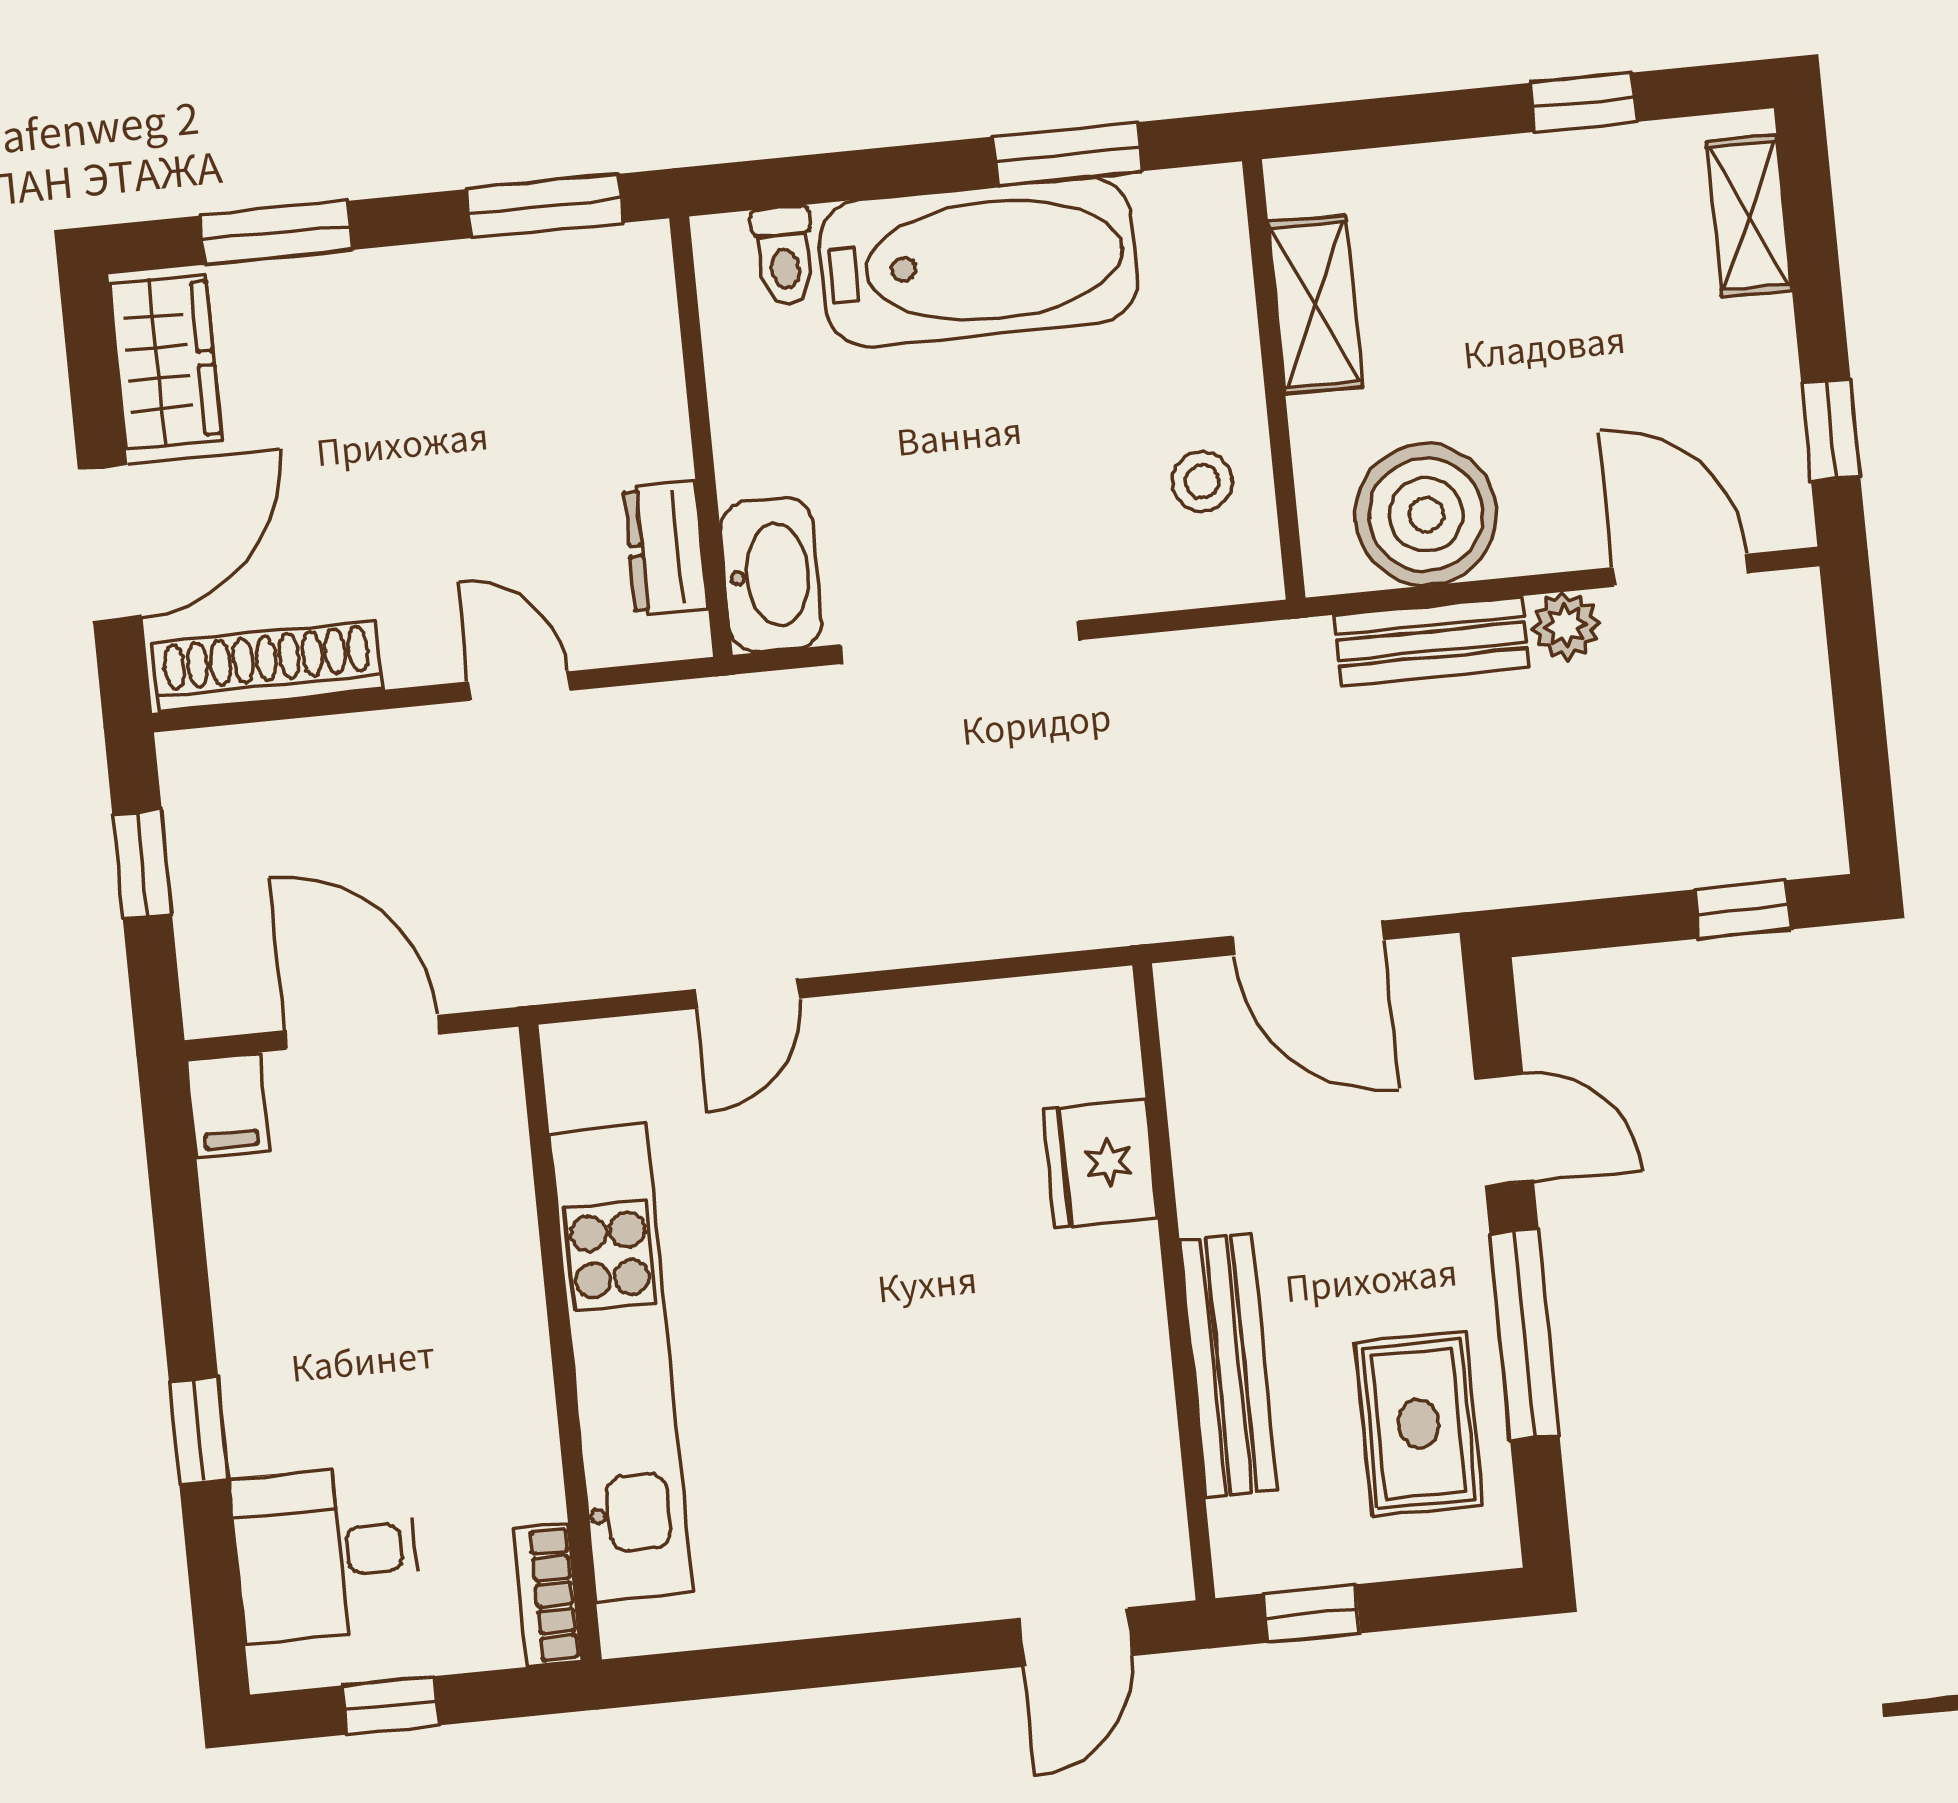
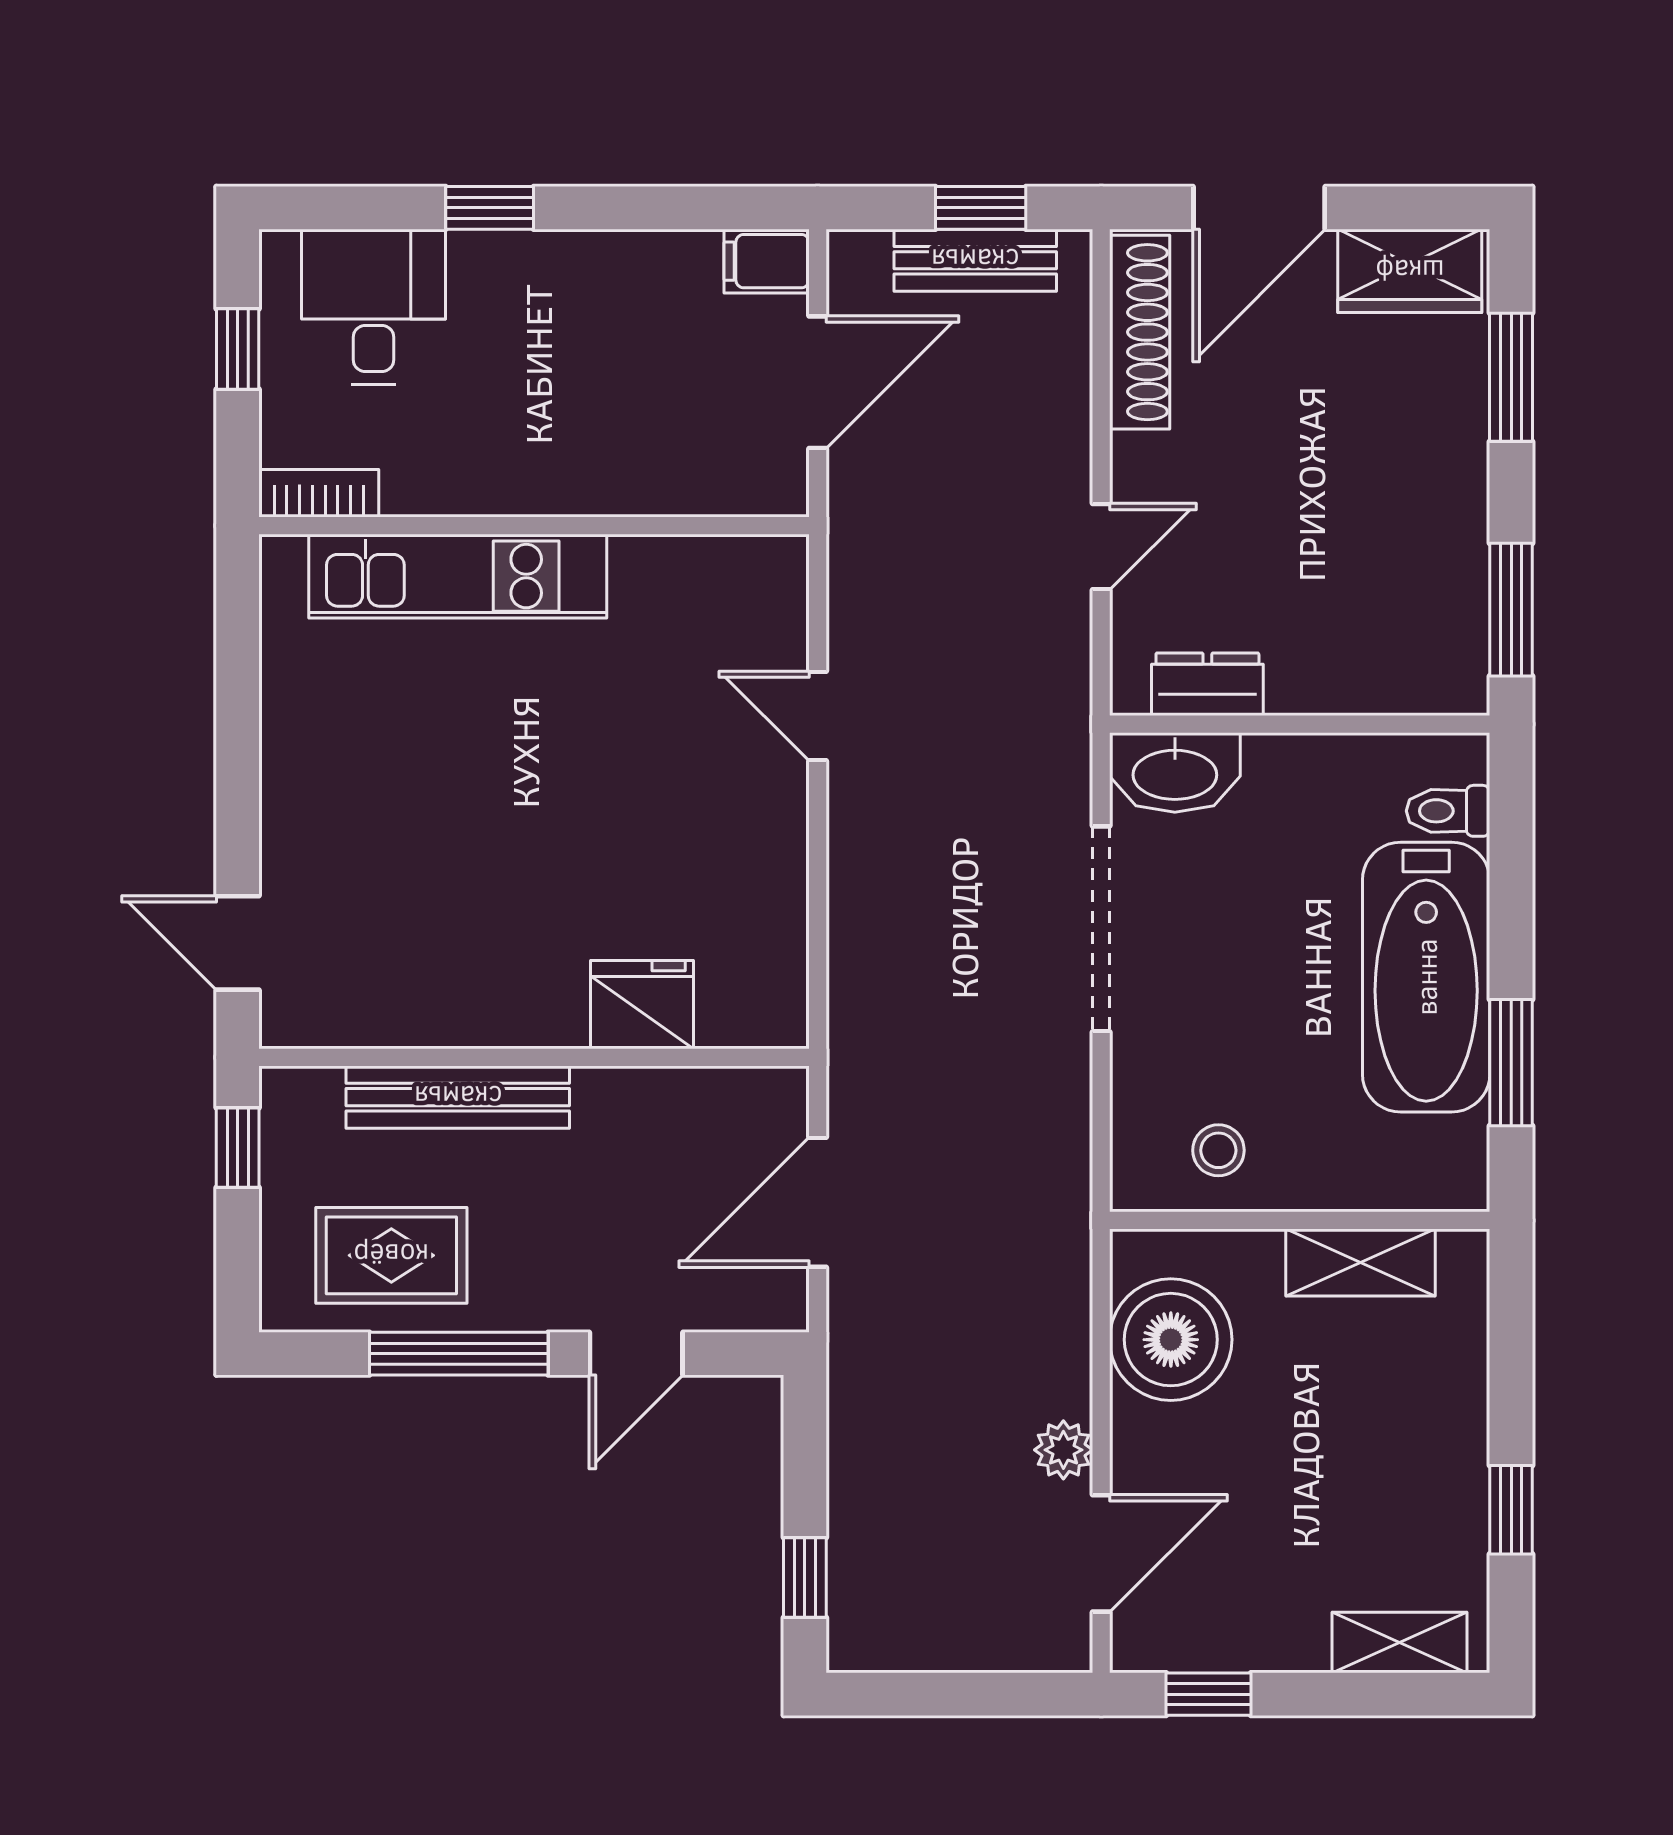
door: (110, 543) -> (1259, 208), hinge flipped
bench: (1432, 641) -> (975, 260), moved, turned 90
kitchen unit: (621, 1363) -> (458, 576), width x0.73

